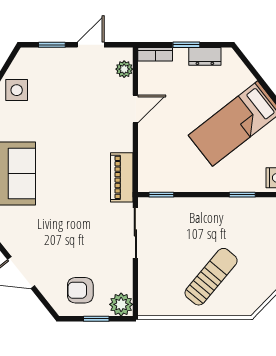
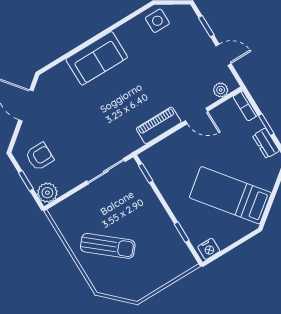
piano: (122, 177) -> (159, 125), moved
armchair: (80, 290) -> (40, 156), turned 90

